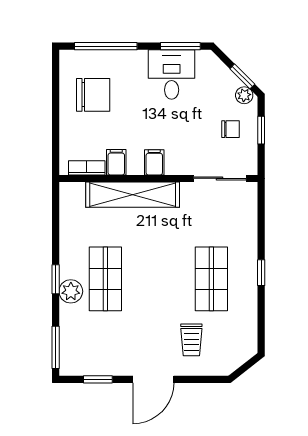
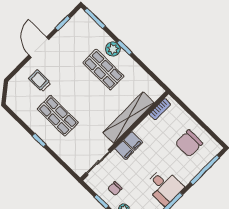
filing cabinet: (116, 162) -> (124, 150), moved

